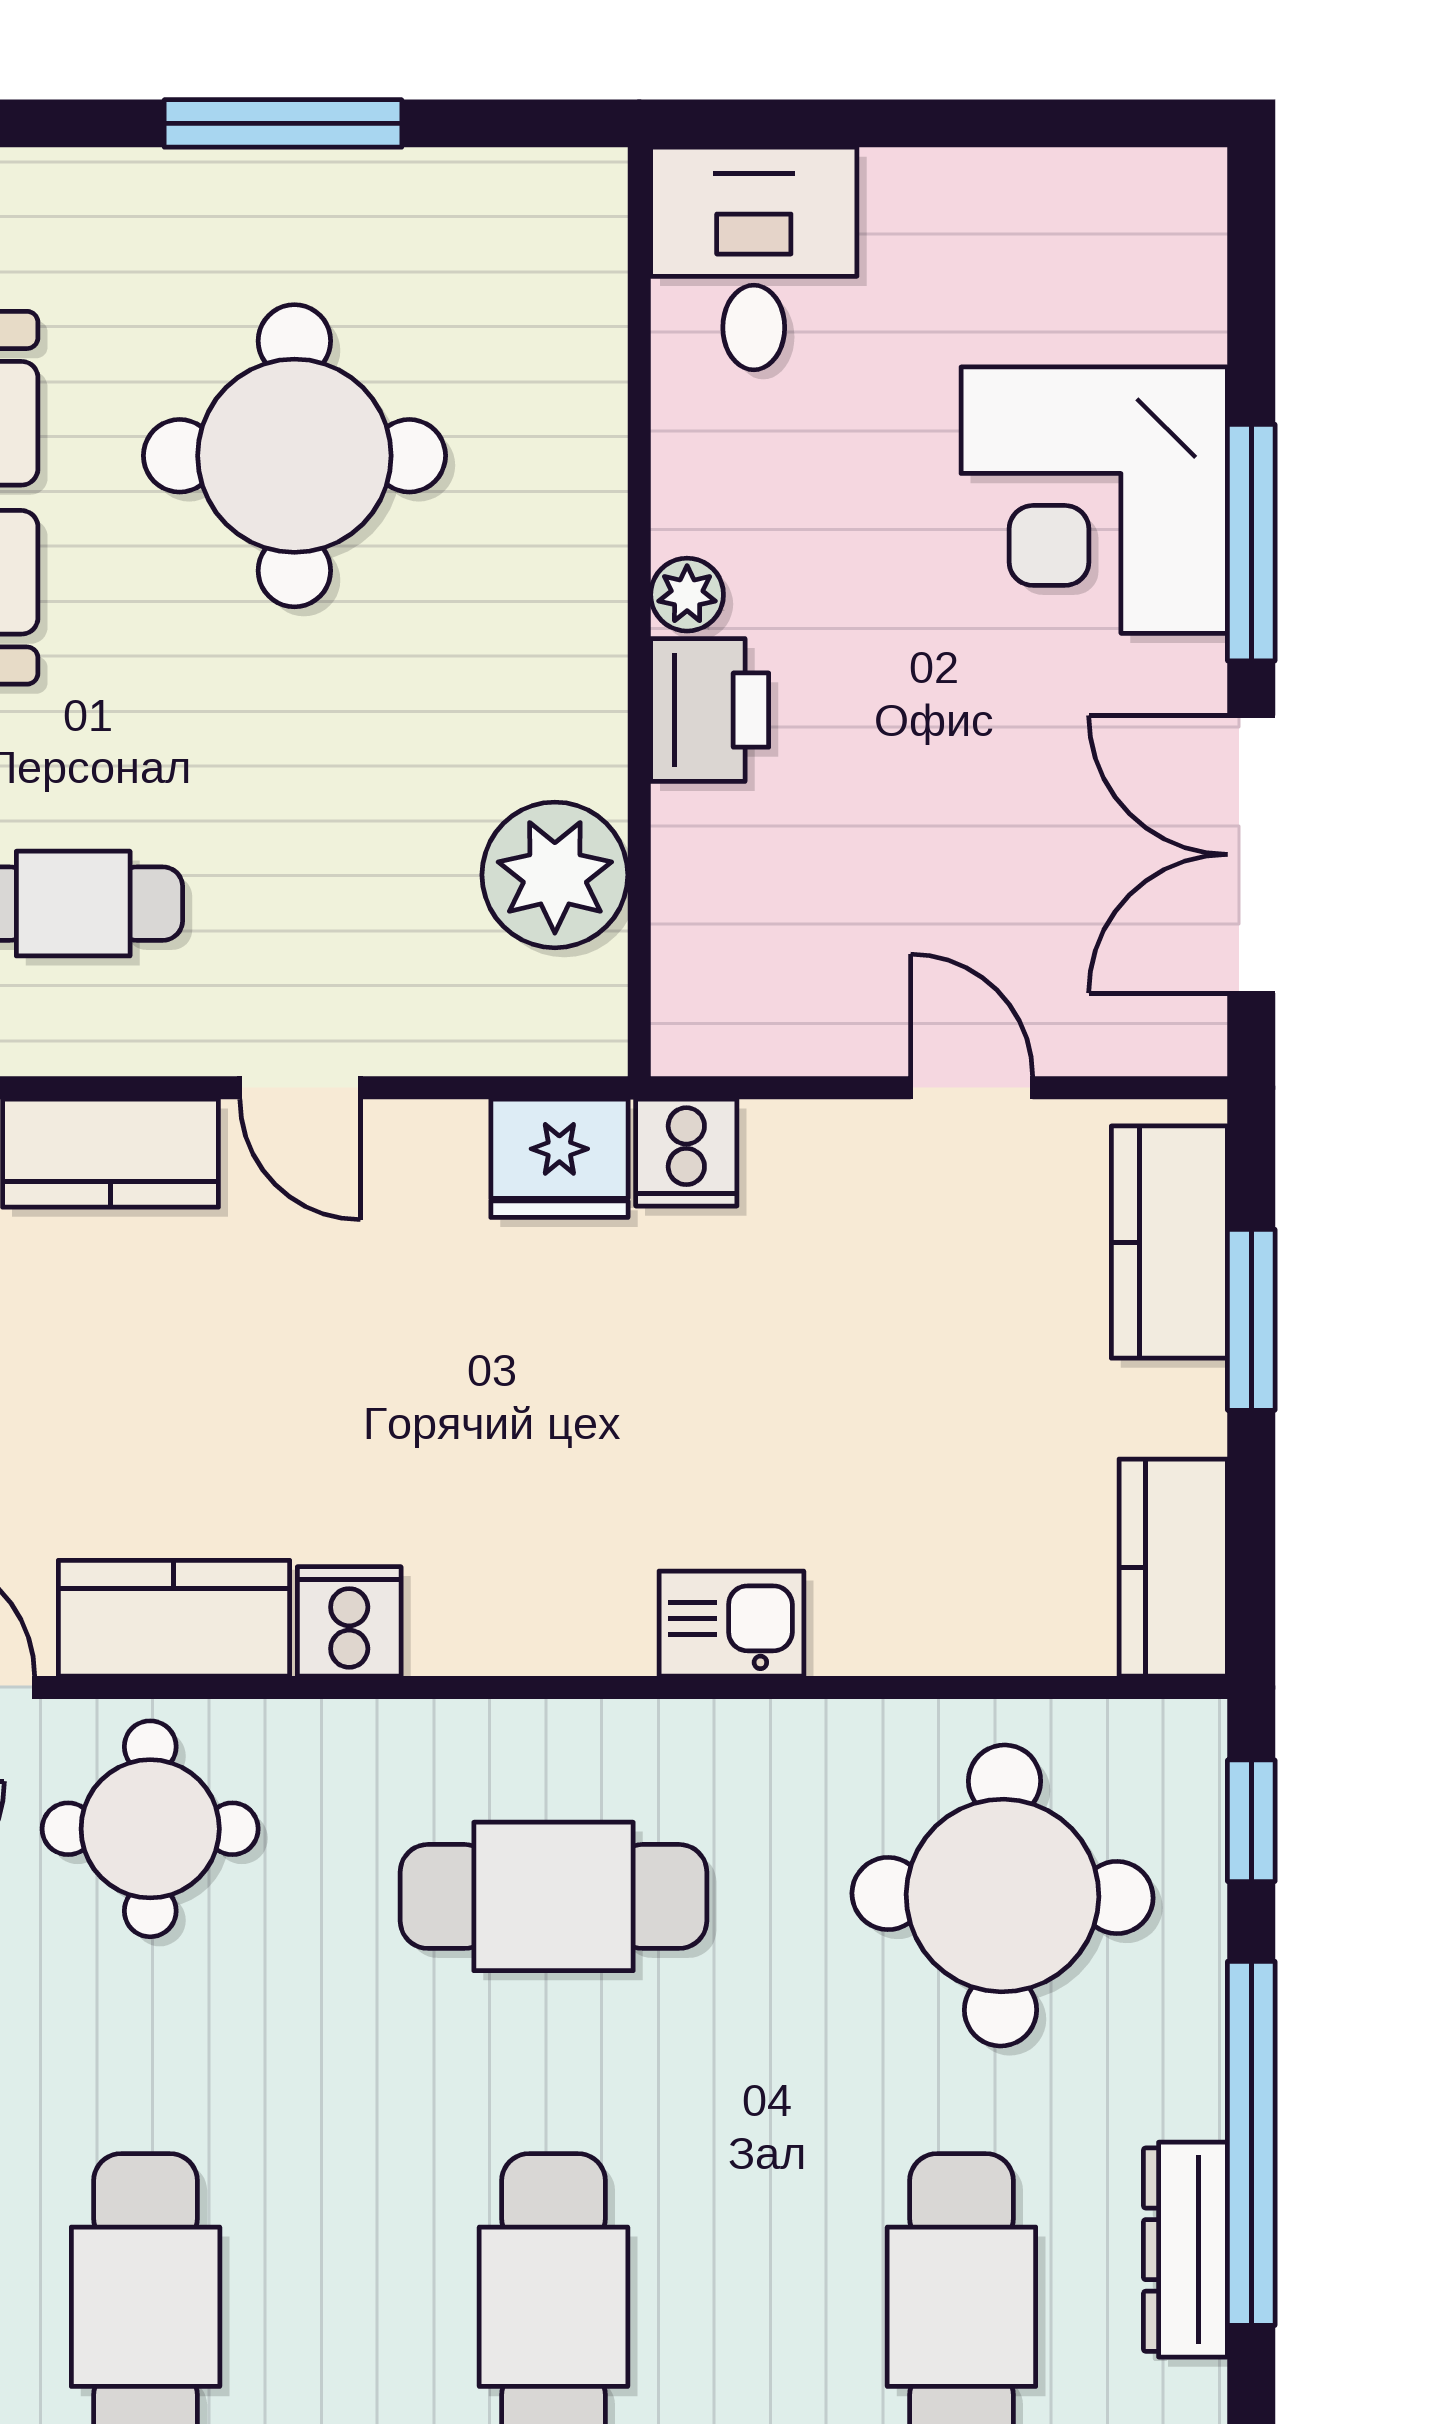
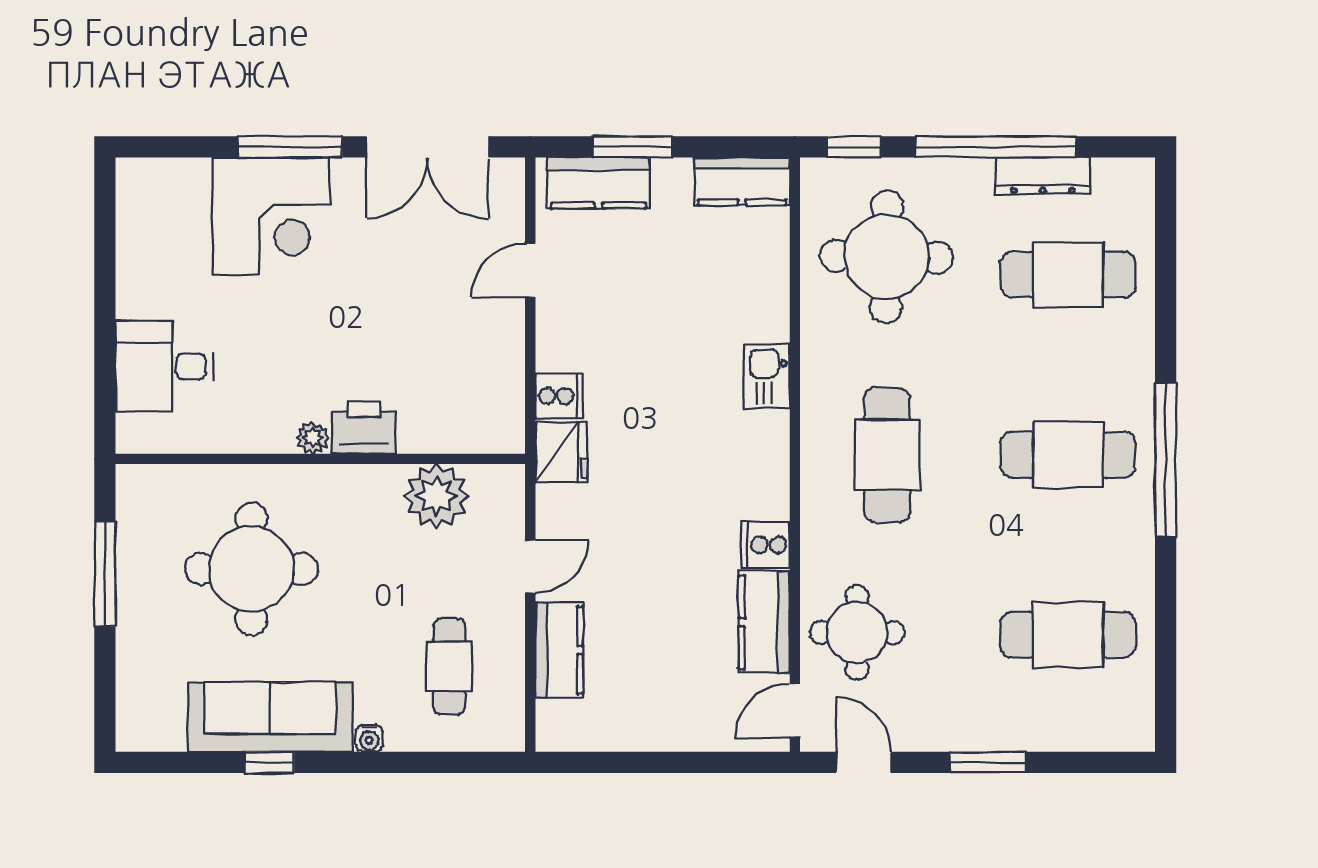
plant: (687, 595) -> (313, 438), moved
wall: (639, 612) -> (320, 459), moved
printer: (710, 710) -> (364, 428), moved
plant: (555, 875) -> (436, 496), moved

